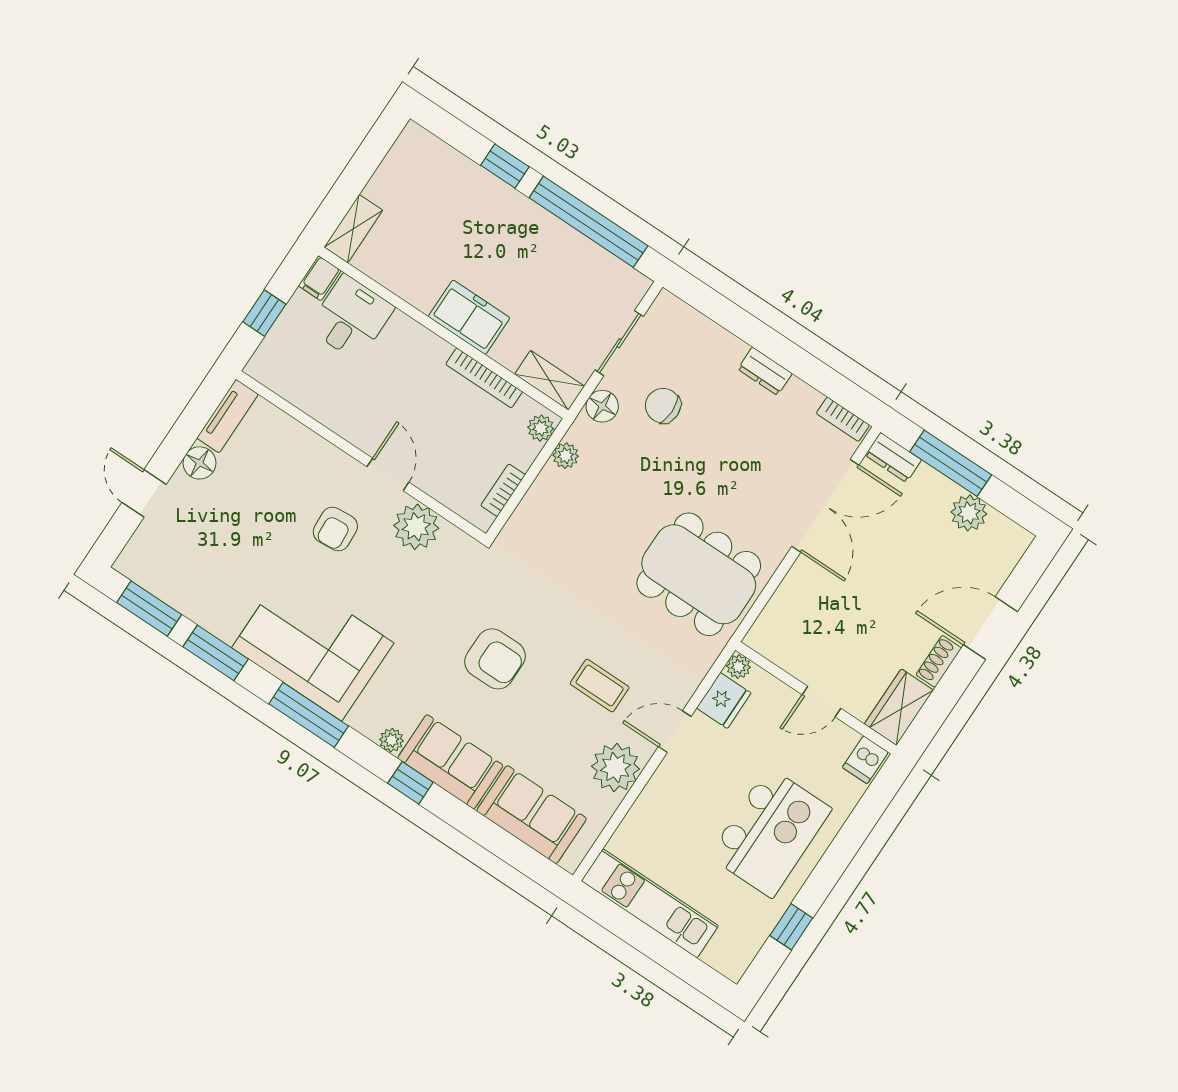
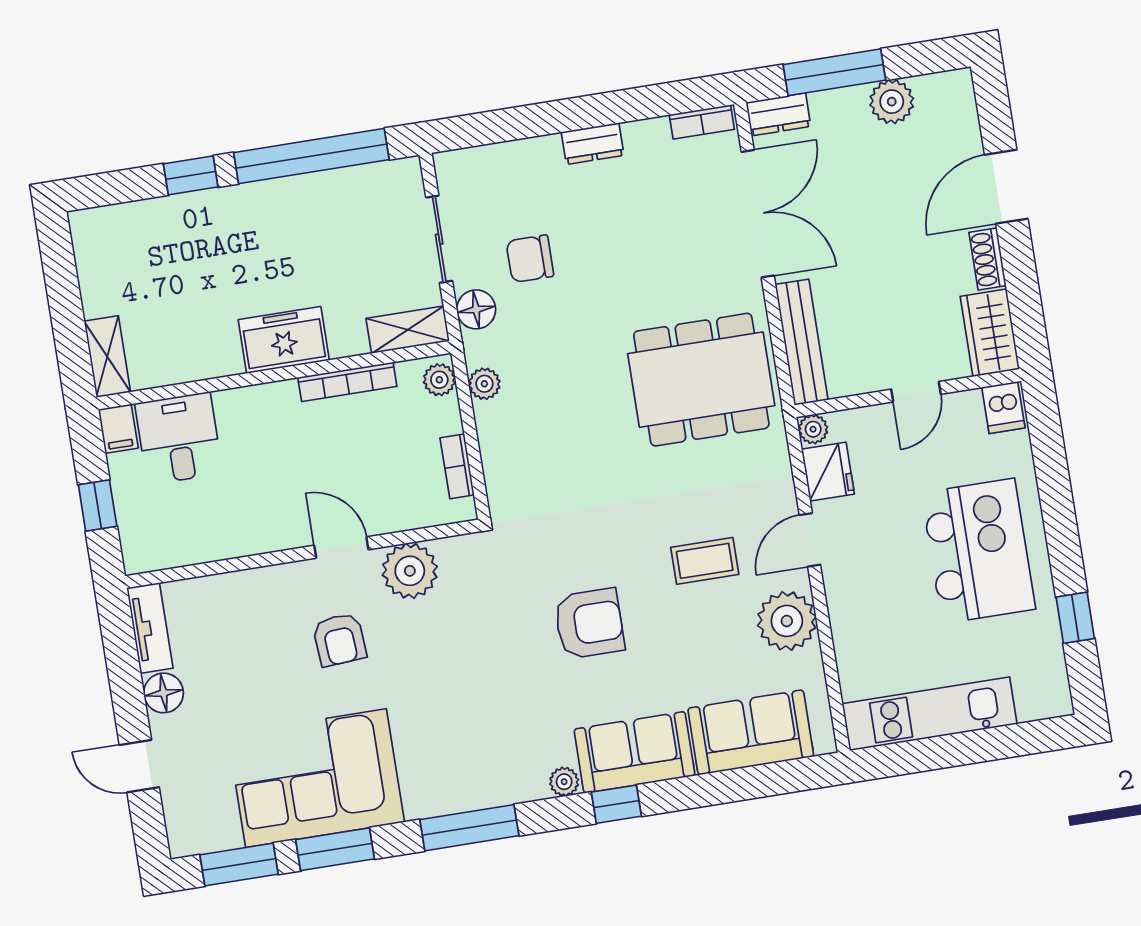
bench: (780, 608) -> (802, 342), added
corner sofa: (313, 645) -> (316, 778), moved

